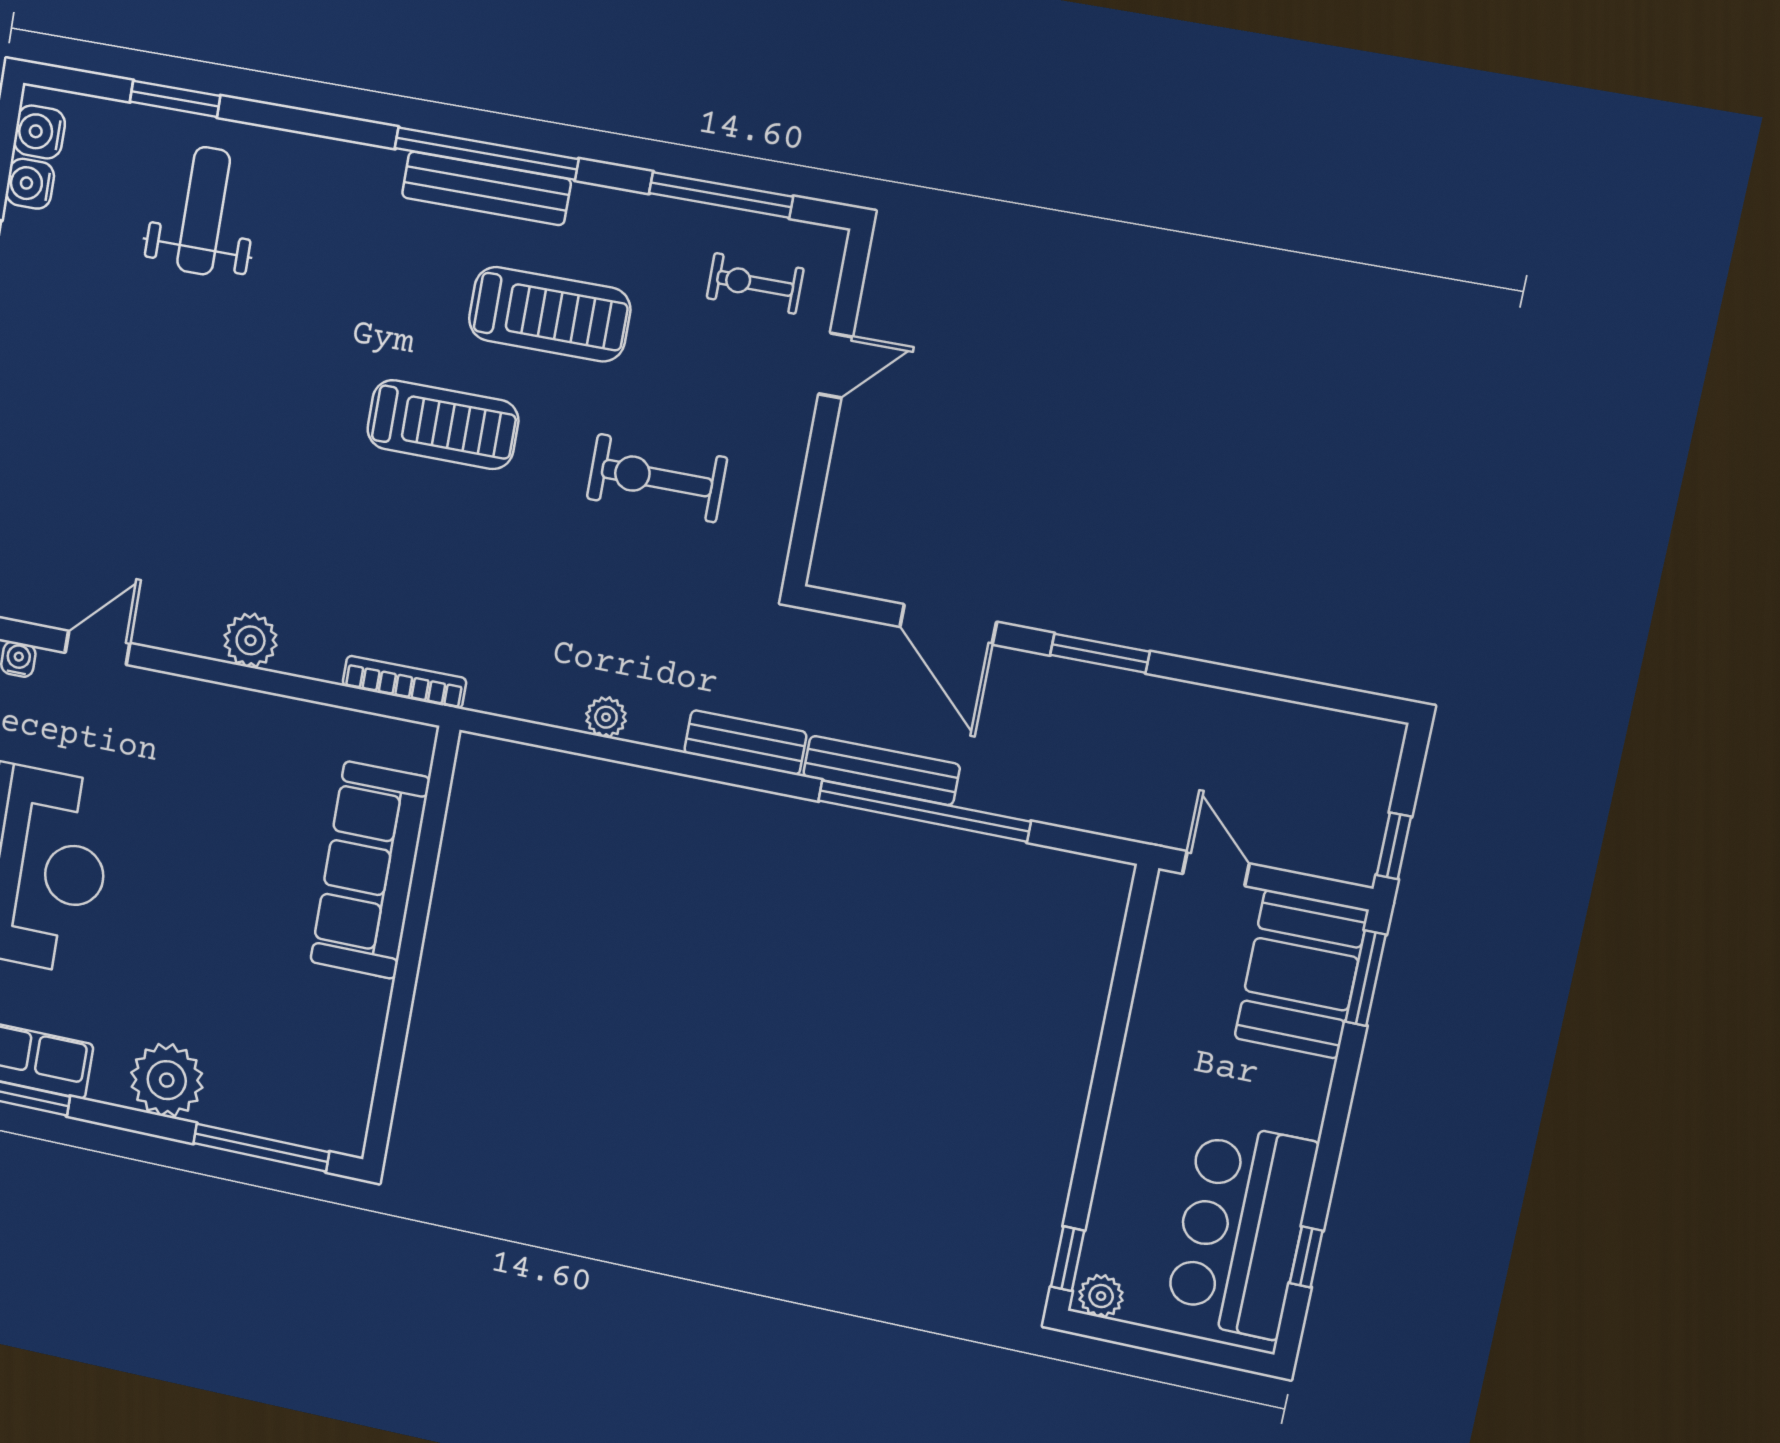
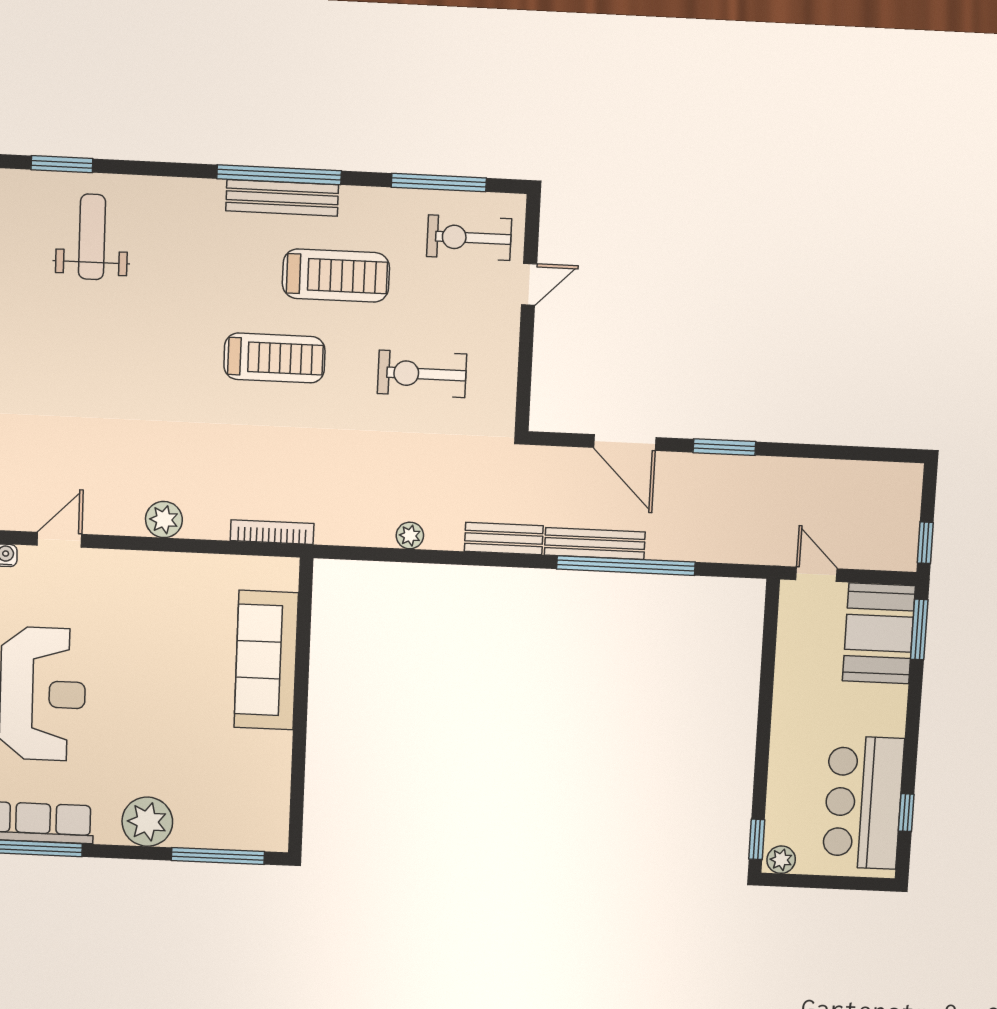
exercise bike: (755, 283) -> (469, 238), width x1.38, depth x1.39

